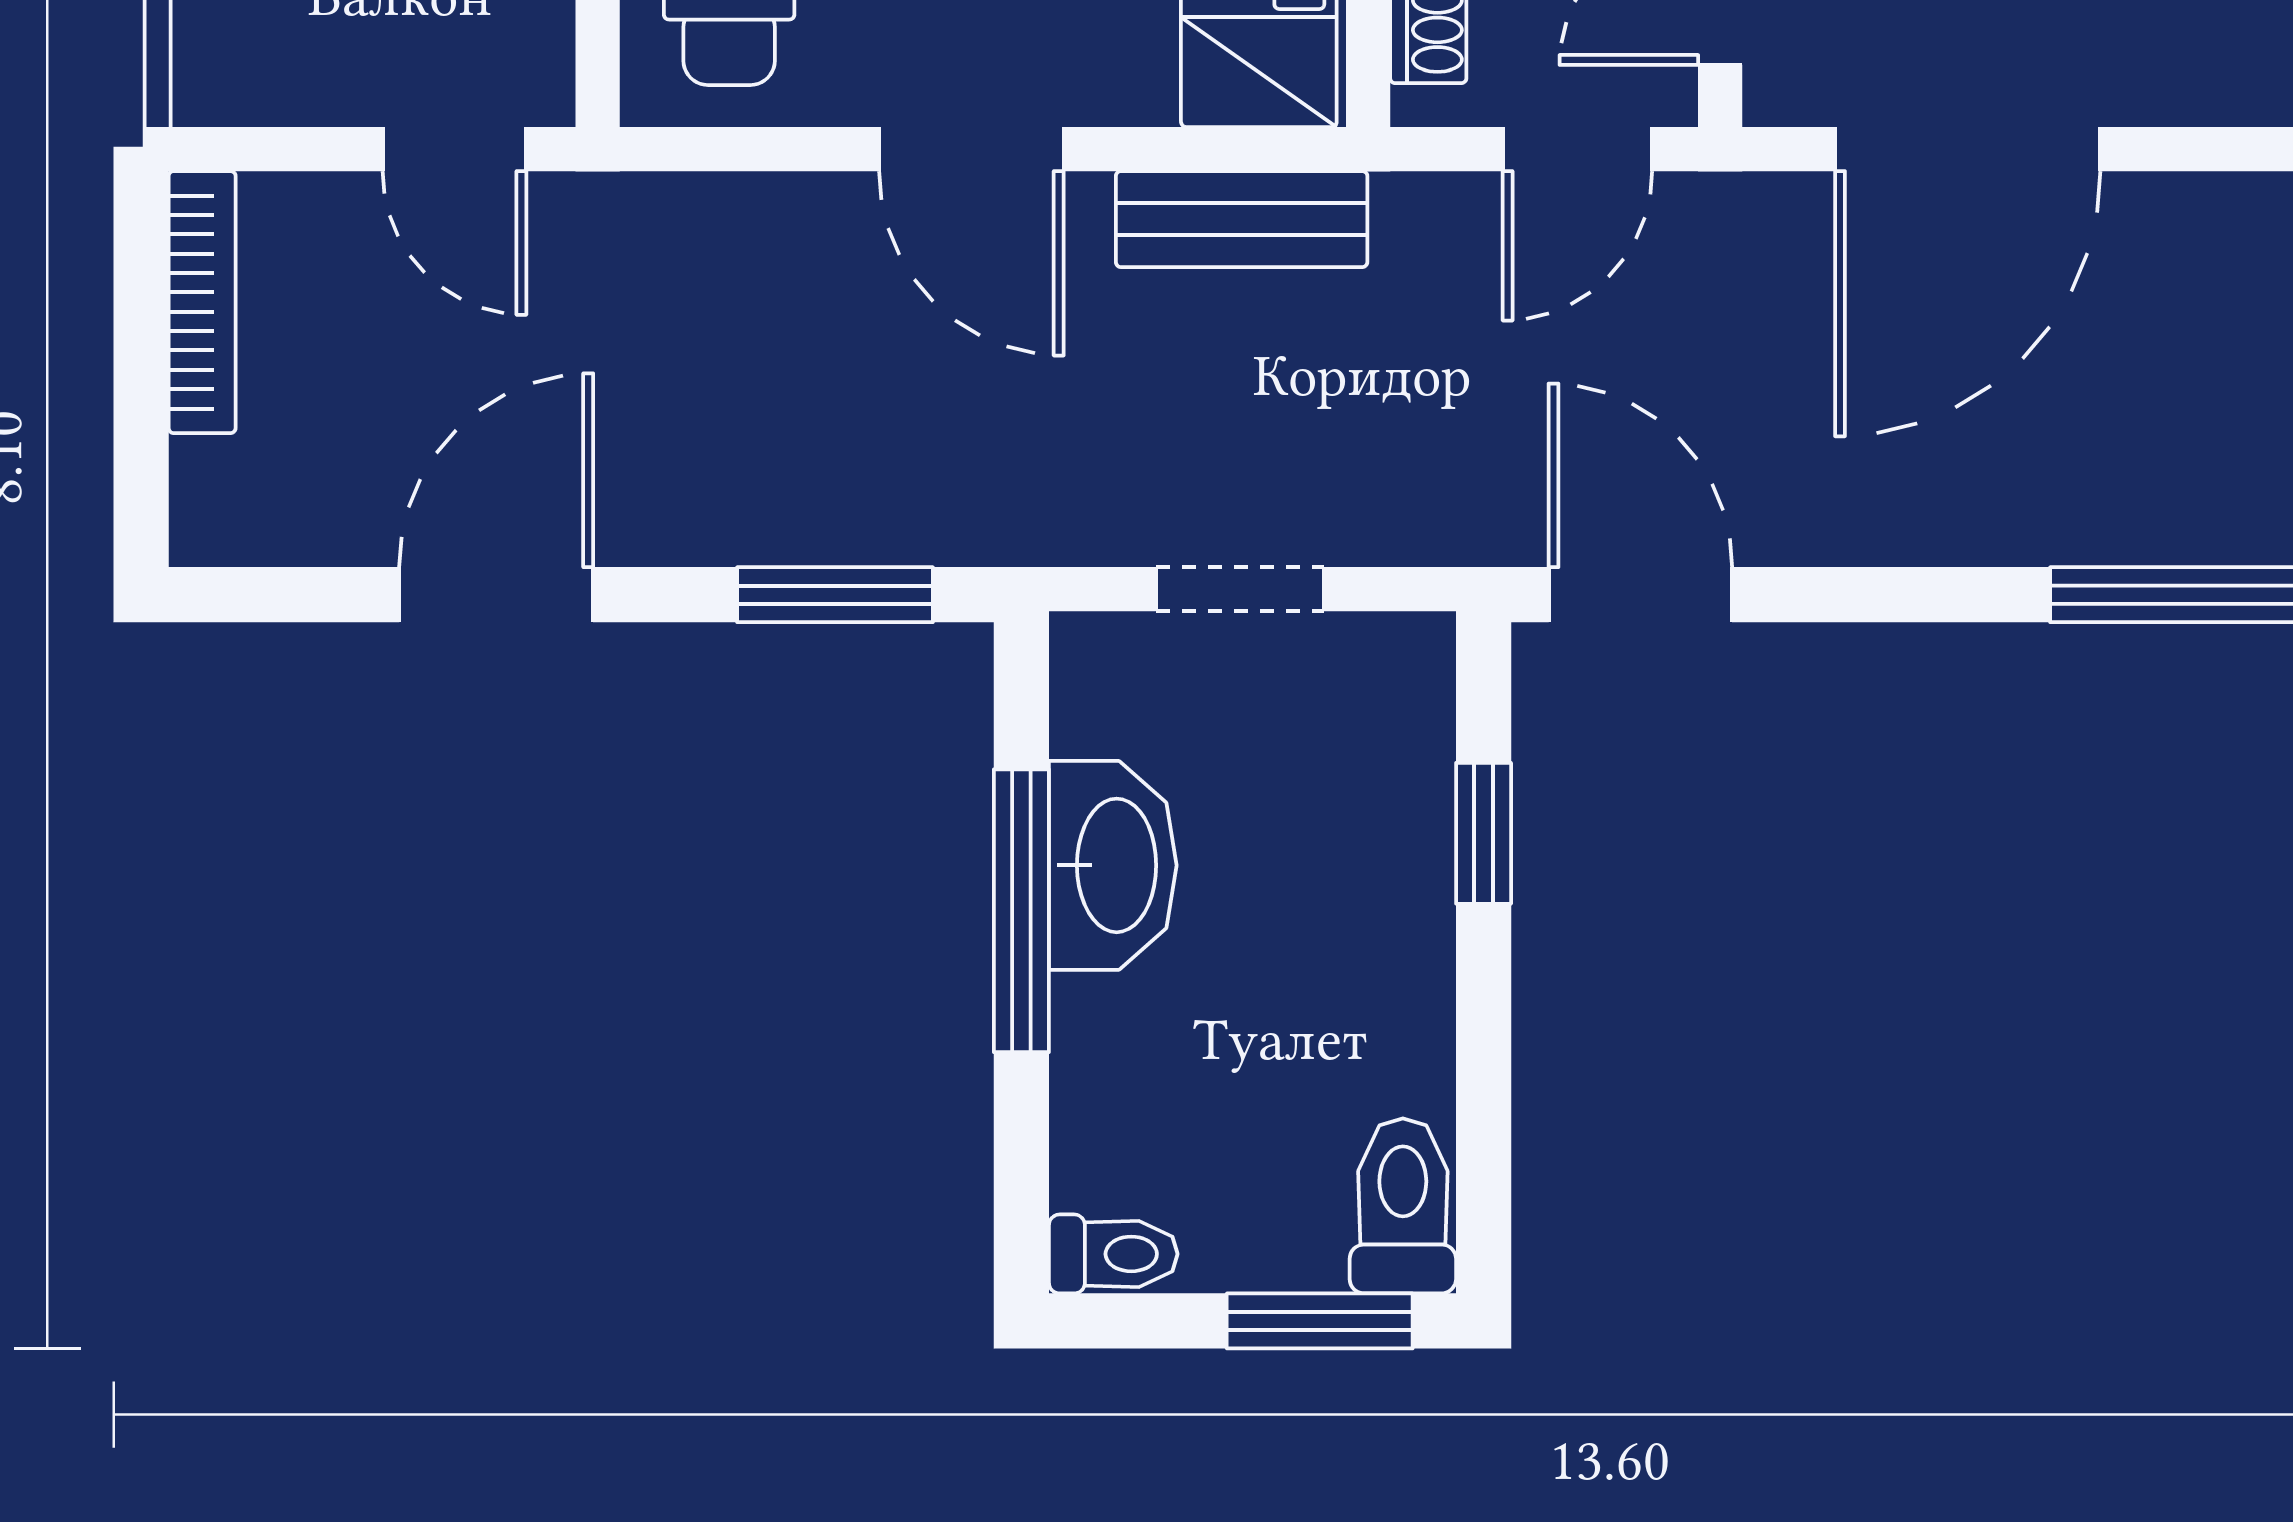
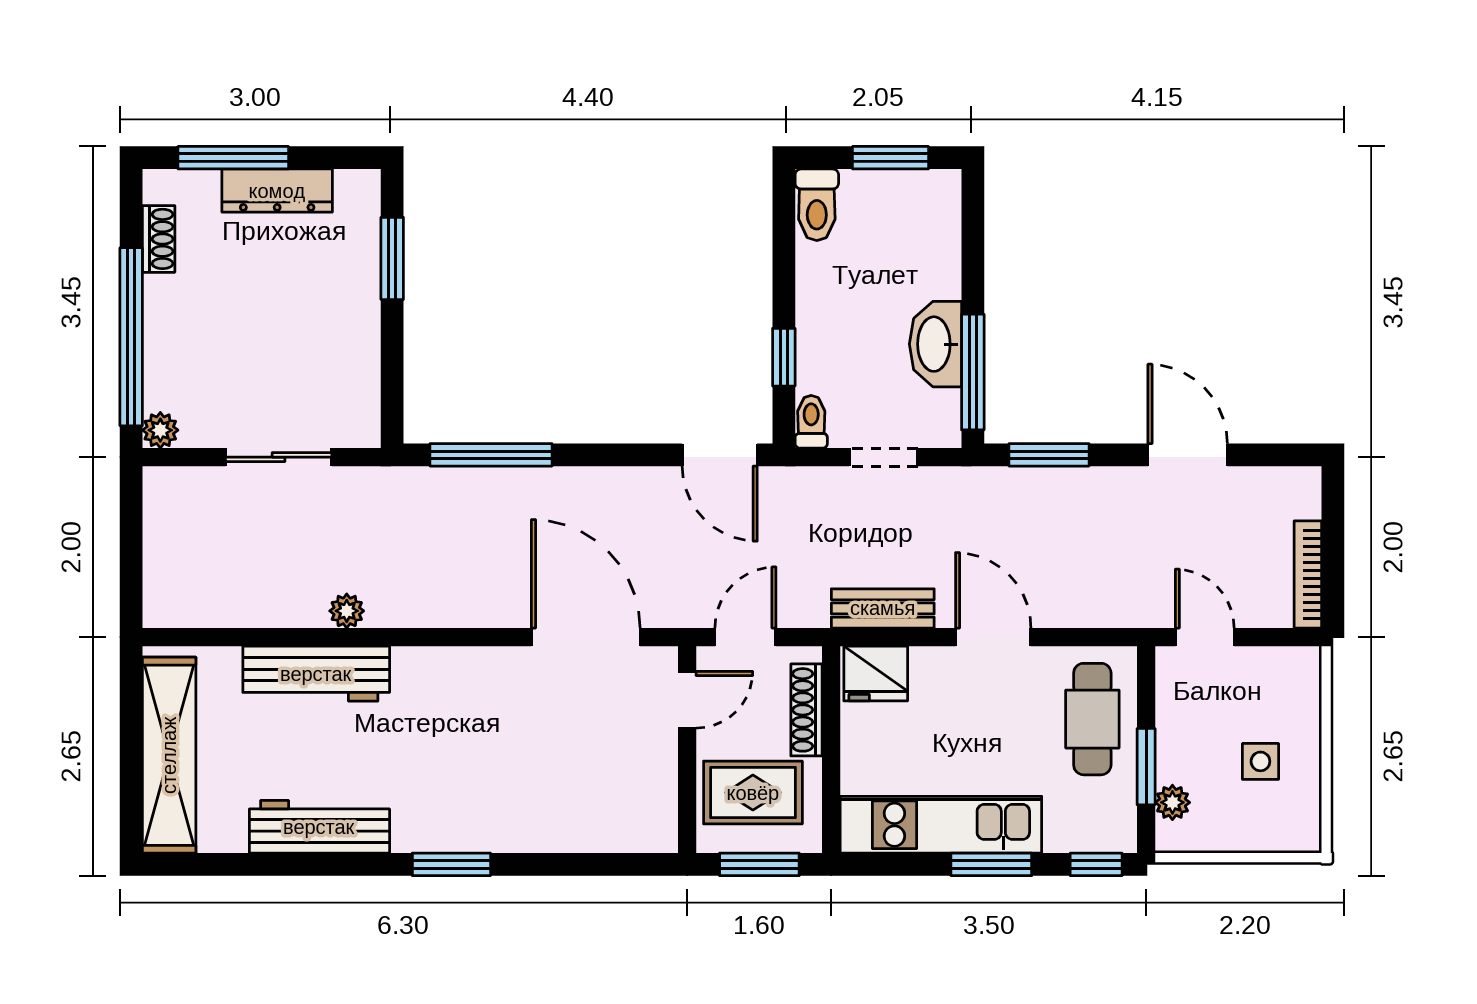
door: (1968, 149) -> (586, 637), hinge flipped
door: (496, 595) -> (1188, 455), swing flipped
window: (1021, 911) -> (973, 372), moved
toilet: (1113, 1254) -> (811, 422), moved, turned 90
window: (1320, 1321) -> (890, 158), moved

